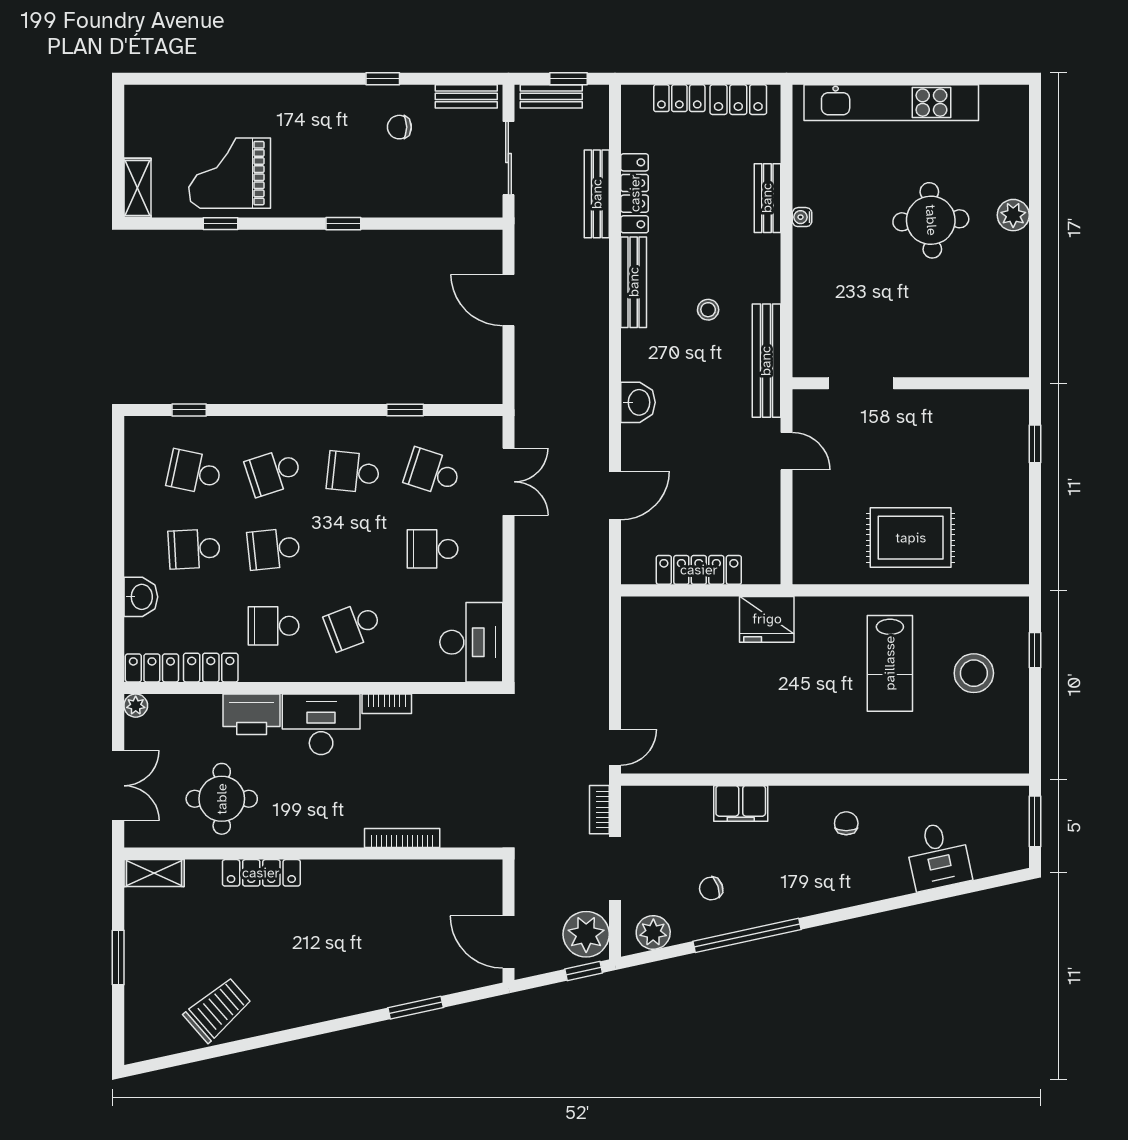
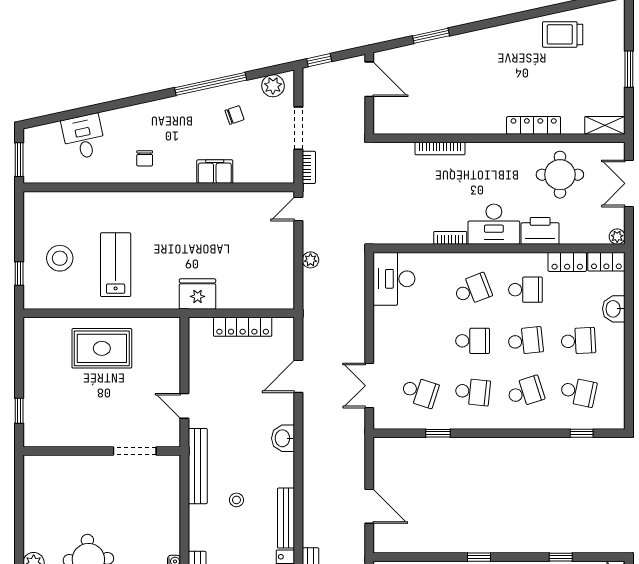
school desk: (432, 549) -> (473, 341), moved
plant: (586, 934) -> (310, 260), moved, width x0.53, depth x0.53
trolley: (218, 1010) -> (563, 34), turned 41

